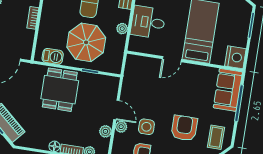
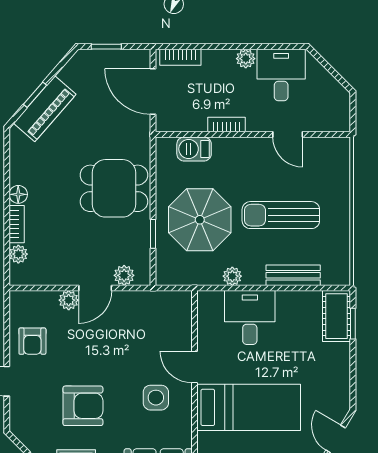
barbecue: (53, 56) -> (194, 149), moved, turned 90
side table: (146, 127) -> (156, 398), moved
plant: (105, 131) -> (124, 275), moved

